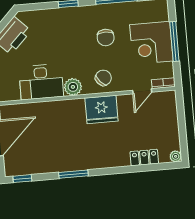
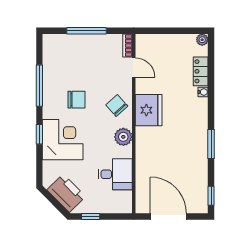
corner desk: (151, 43) -> (63, 140), moved, turned -90
desk: (41, 82) -> (115, 174), width x0.73
water cooler: (124, 162) -> (203, 92), added

